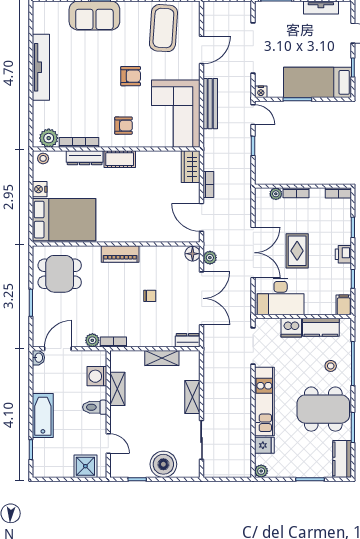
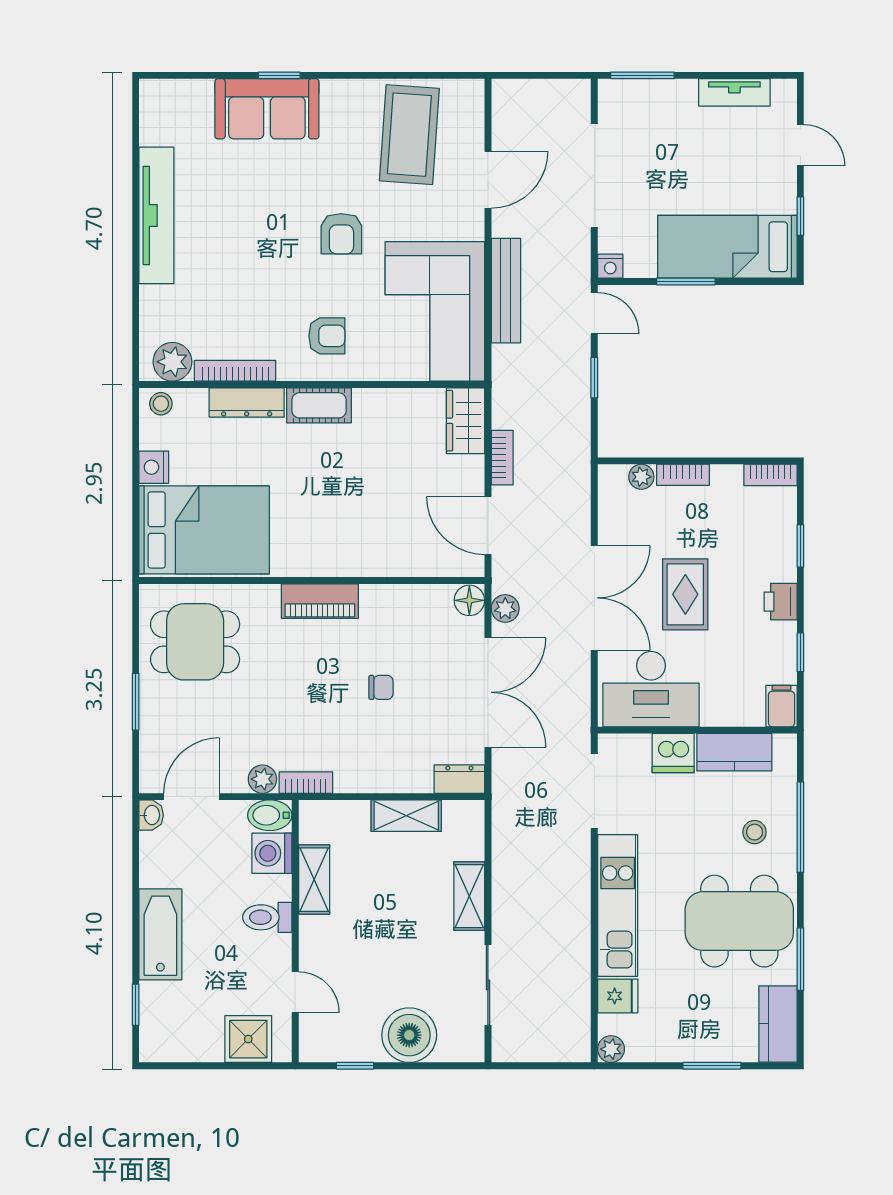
armchair: (131, 76) -> (341, 234), turned 90
bidet: (96, 358) -> (270, 815), added

